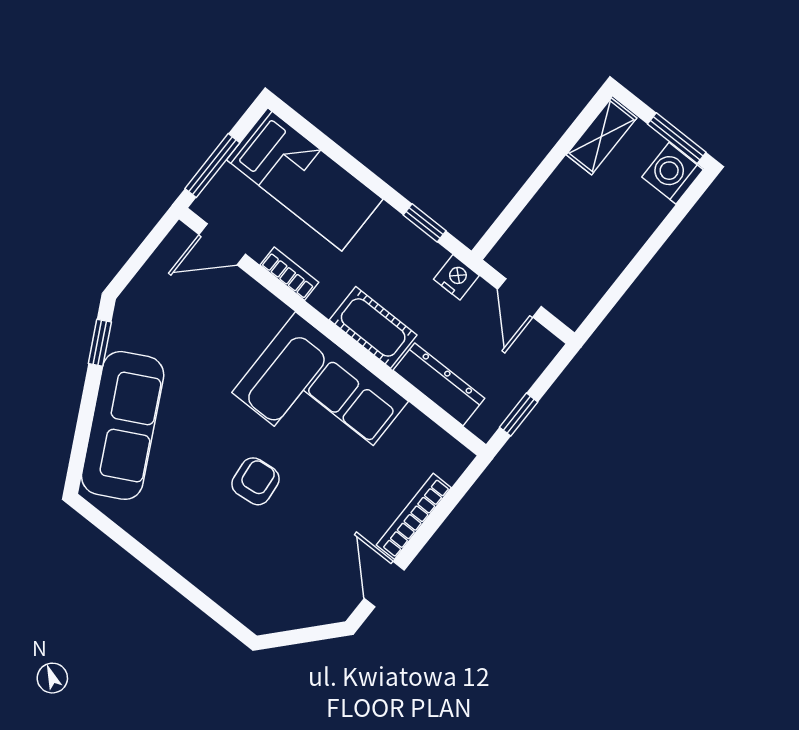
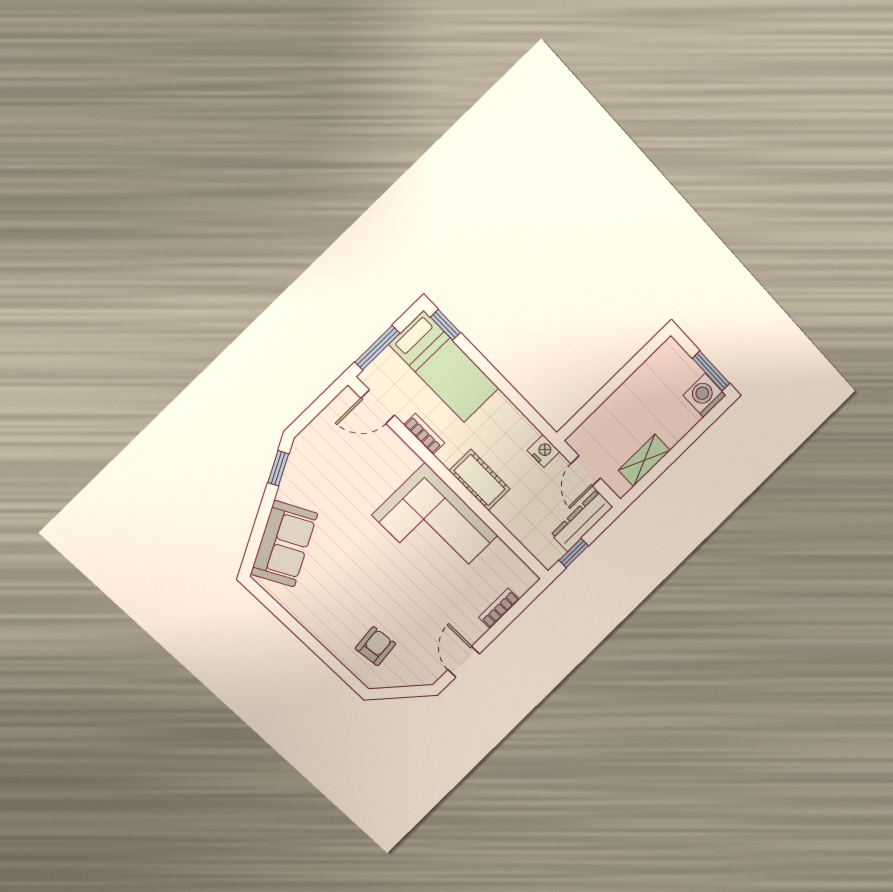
shelving: (601, 136) -> (644, 460), moved
window: (425, 223) -> (445, 325), moved
dresser: (439, 384) -> (582, 521), moved, turned -90
sofa: (123, 425) -> (284, 544), width x0.73
armchair: (255, 481) -> (375, 646), moved
bookcase: (414, 516) -> (499, 608), width x0.64

